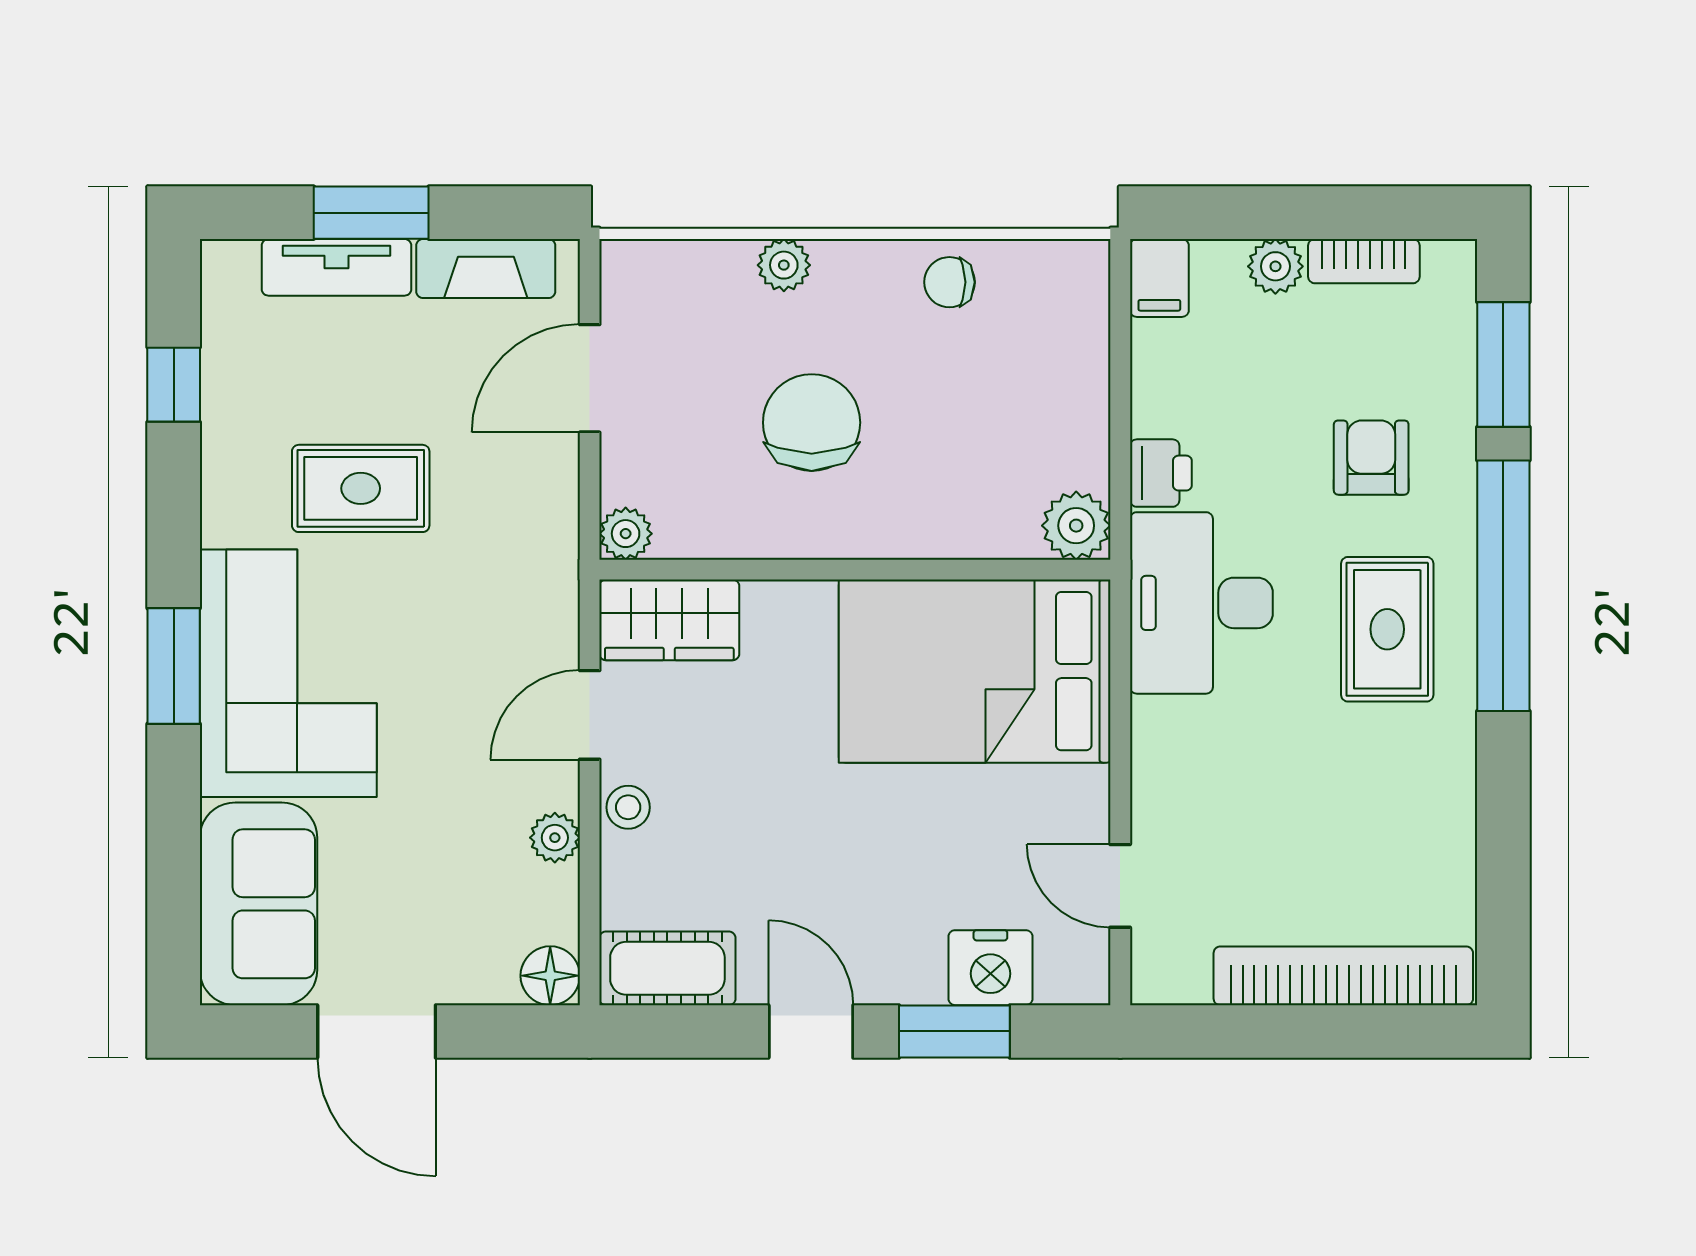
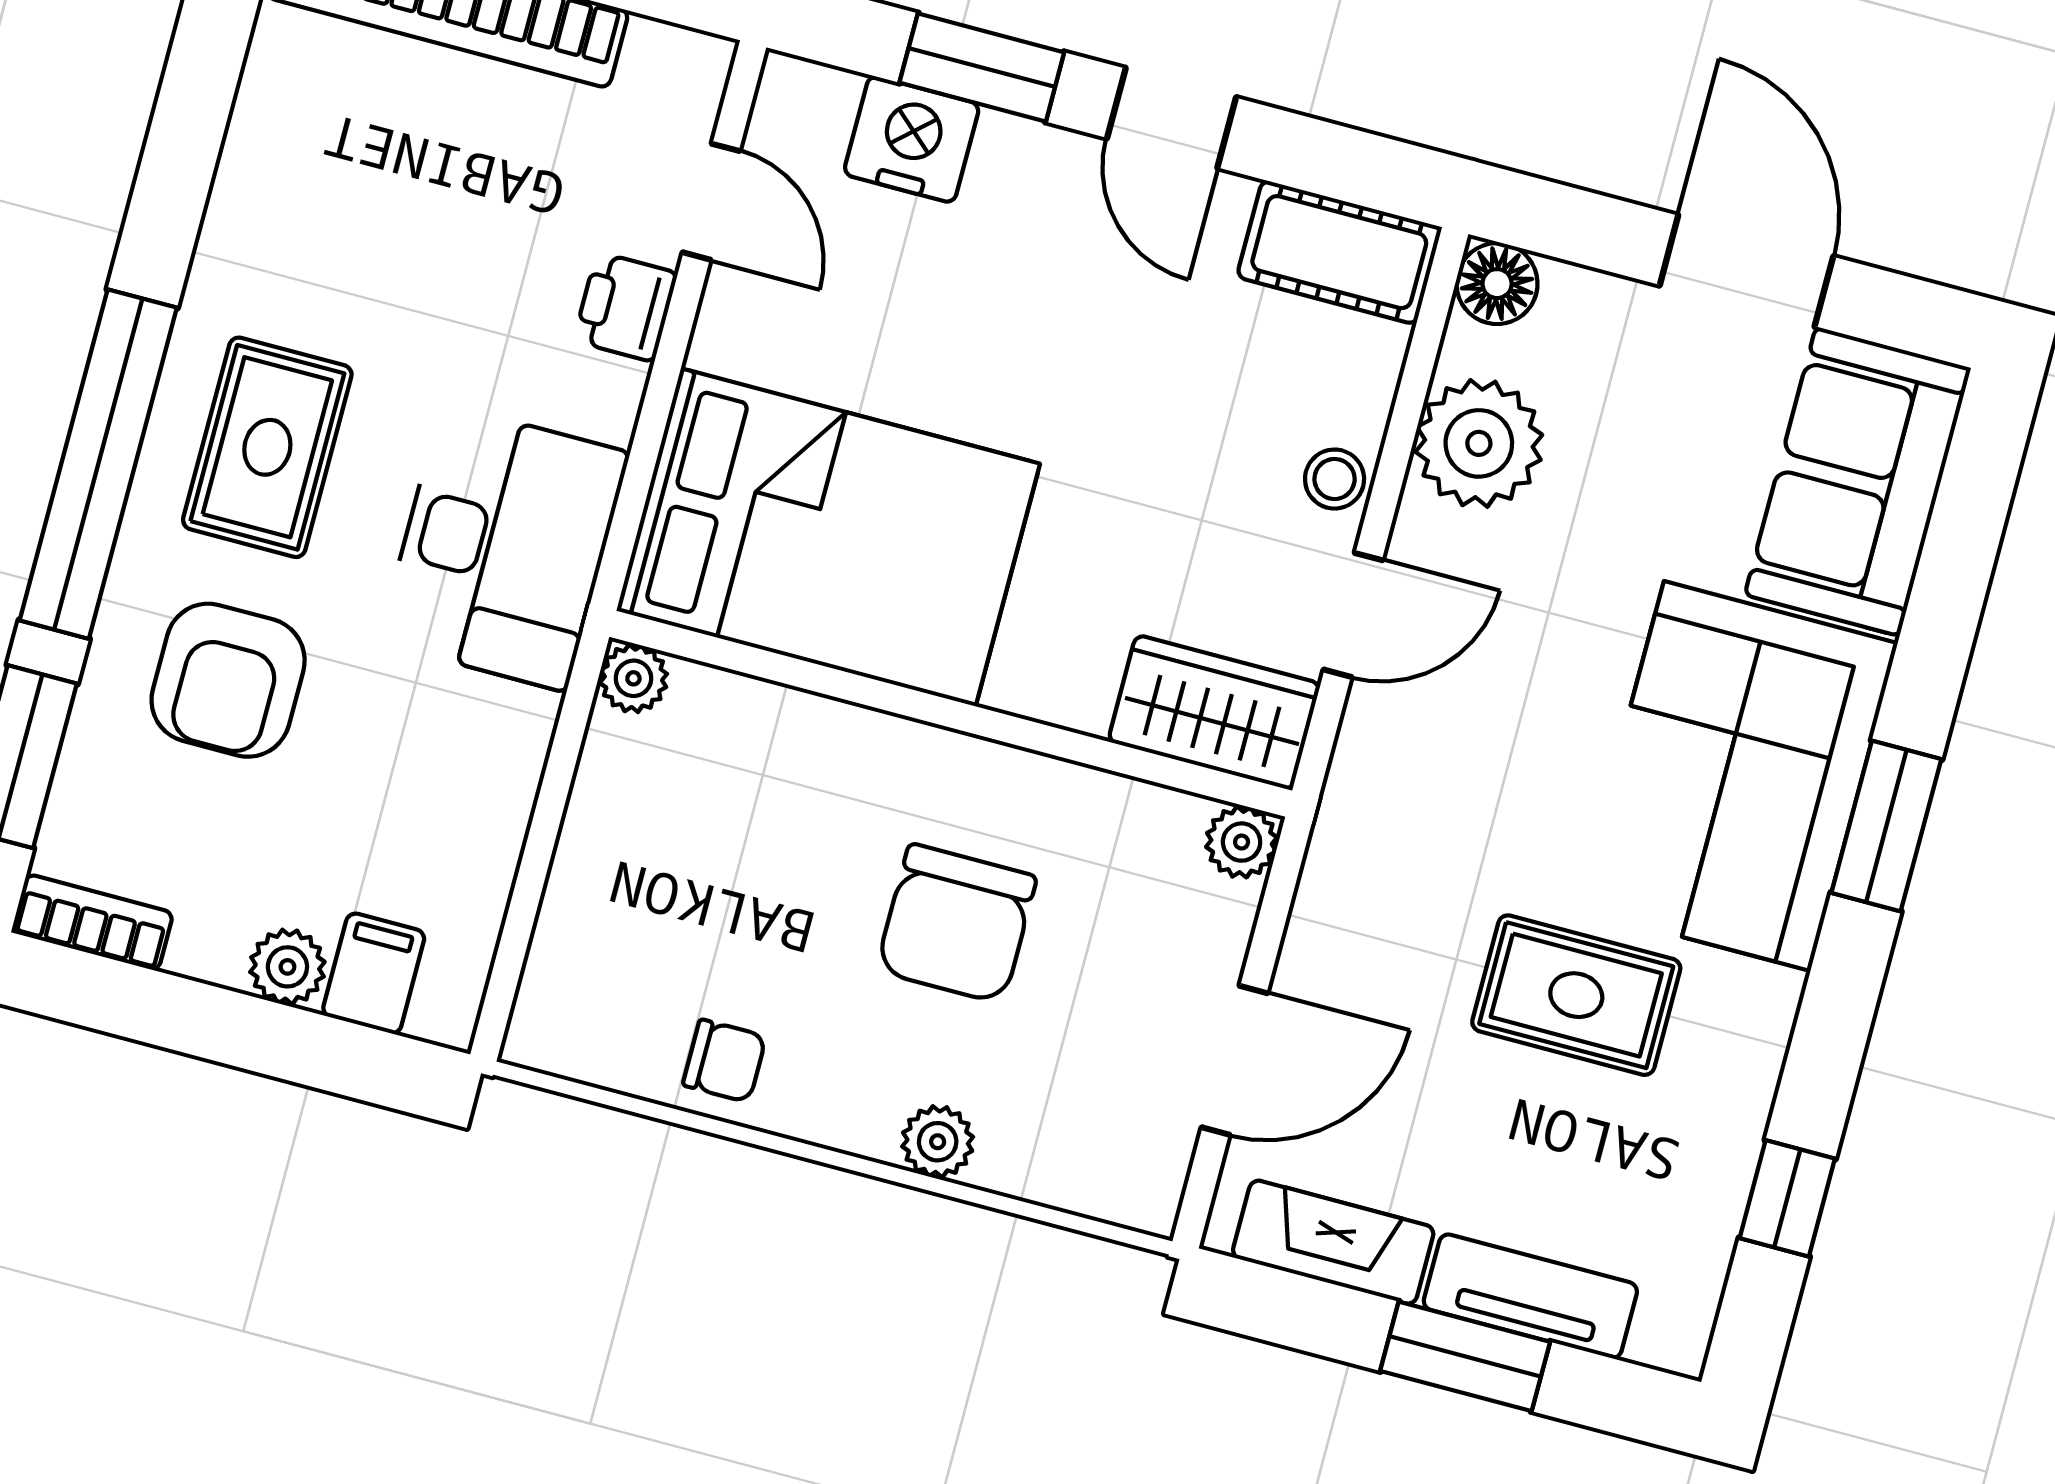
bookcase: (1364, 261) -> (92, 922), moved
filing cabinet: (1159, 278) -> (374, 973), moved
armchair: (1371, 458) -> (228, 680), width x1.38, depth x1.38
printer: (1161, 473) -> (626, 307), moved
plant: (1076, 526) -> (633, 678), width x0.73, depth x0.73
plant: (555, 838) -> (1479, 443), width x1.88, depth x1.88

